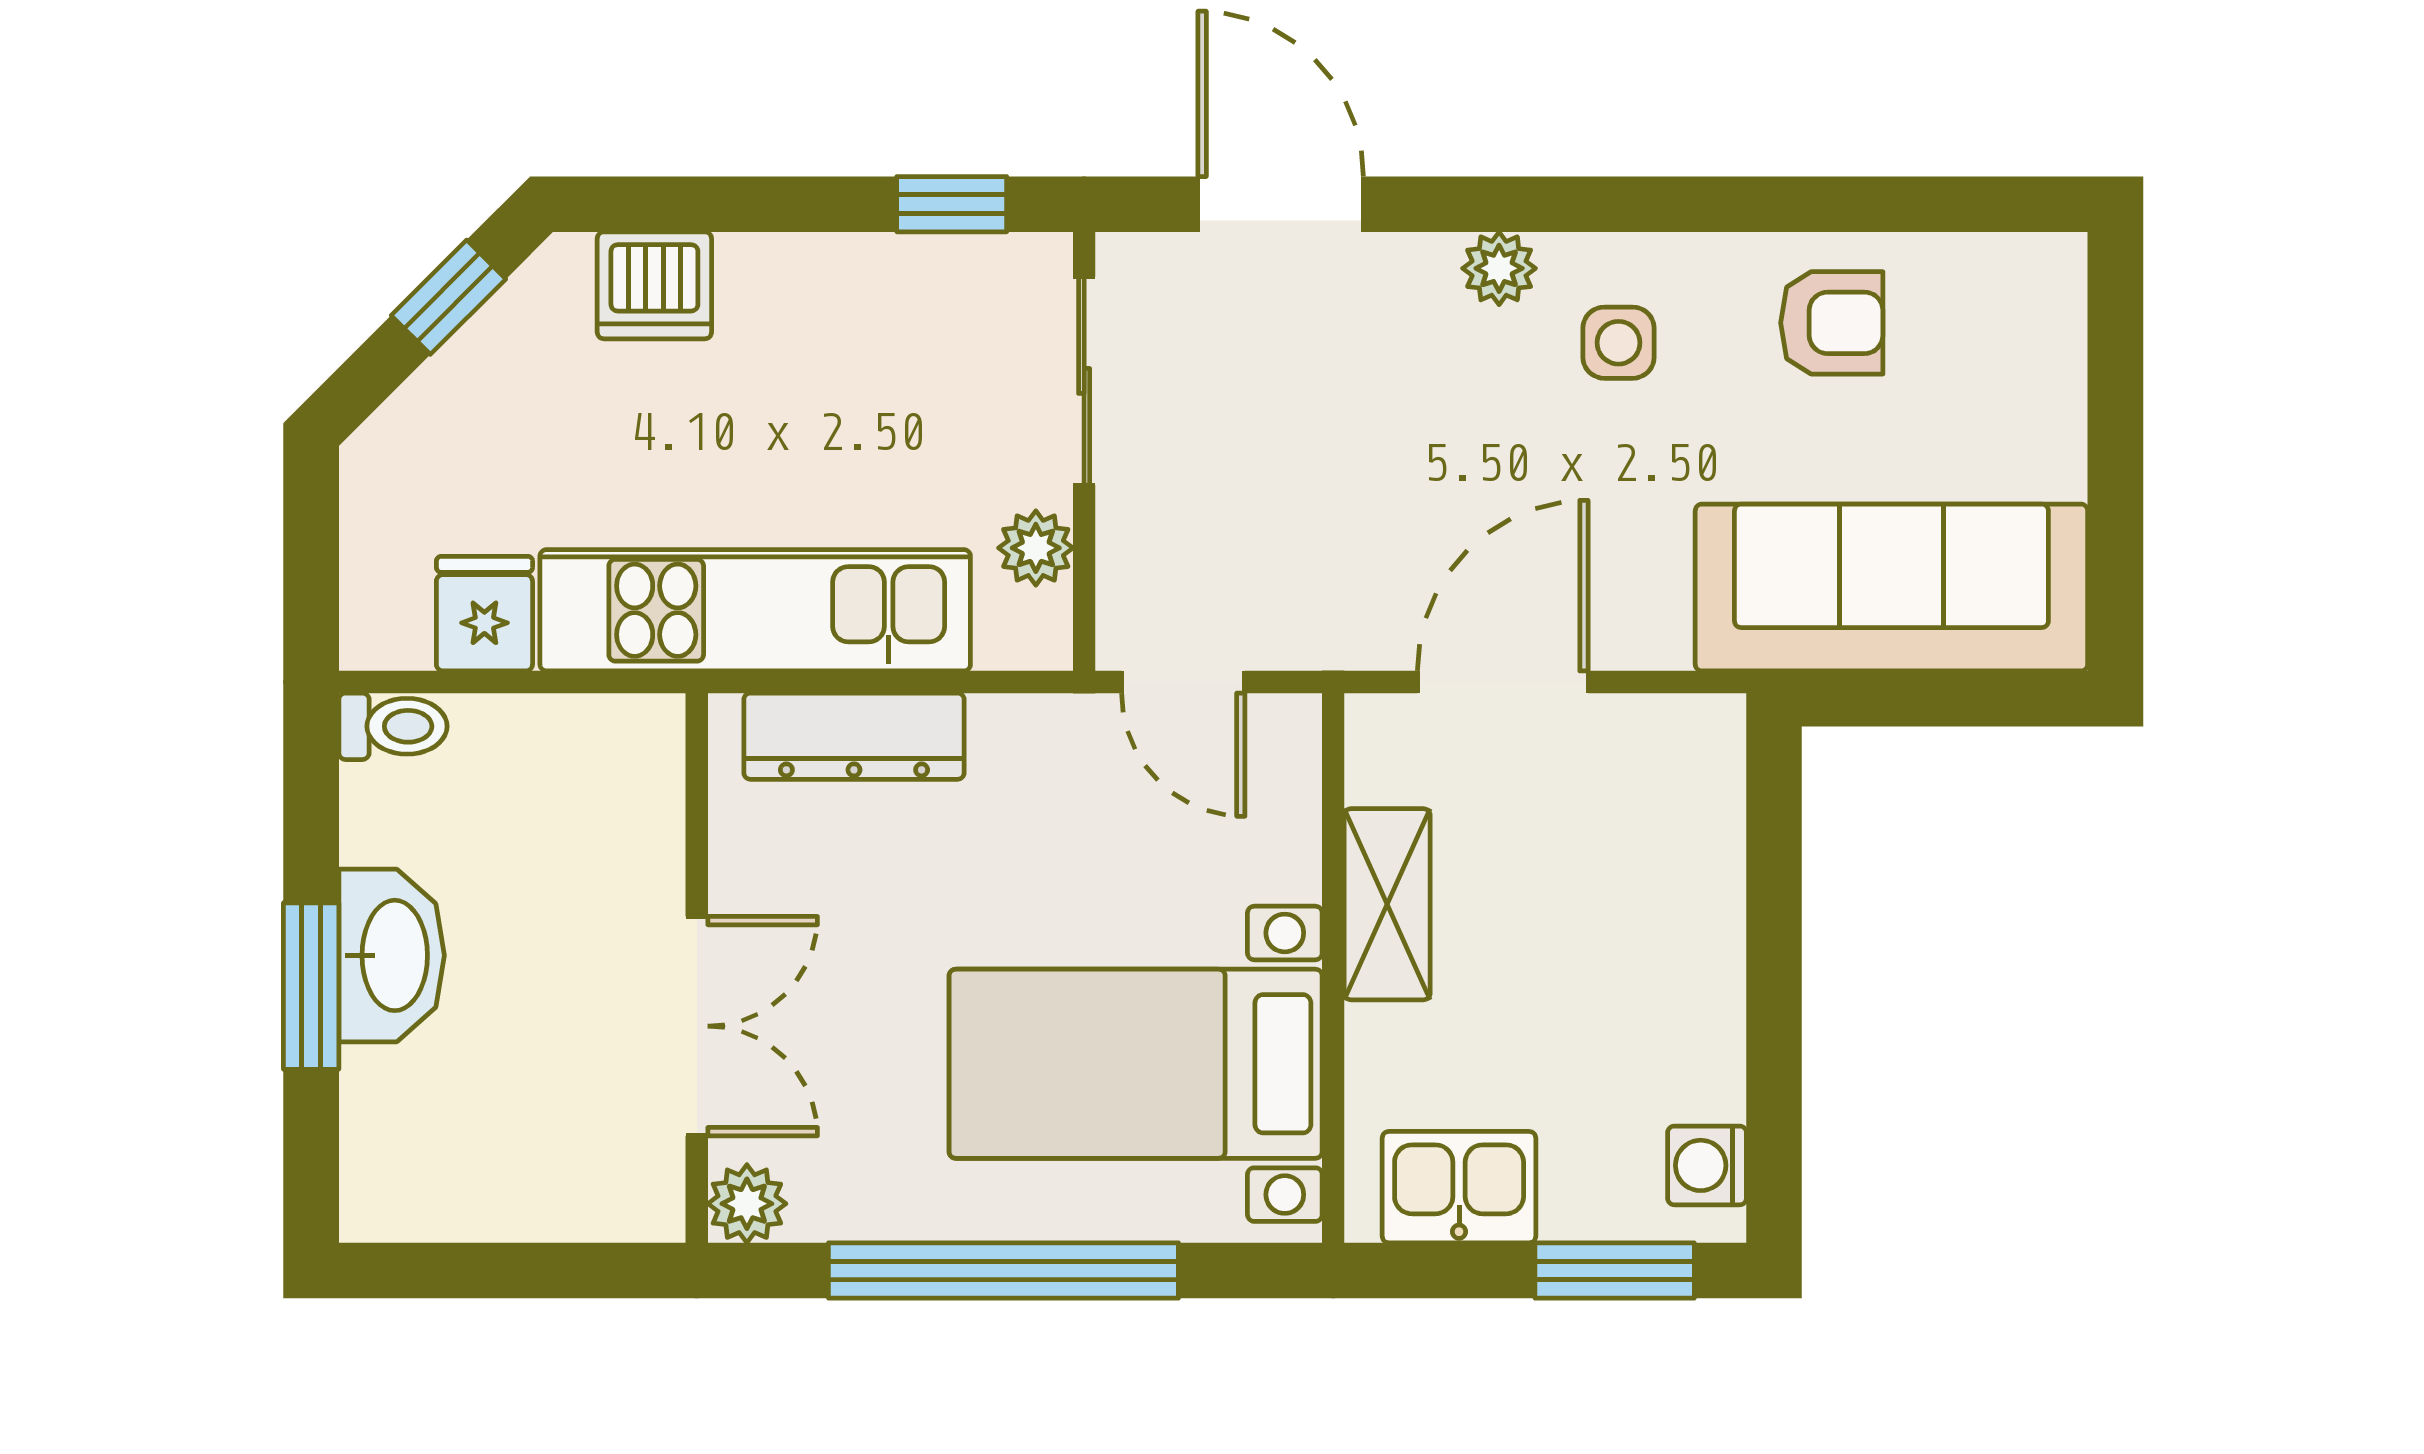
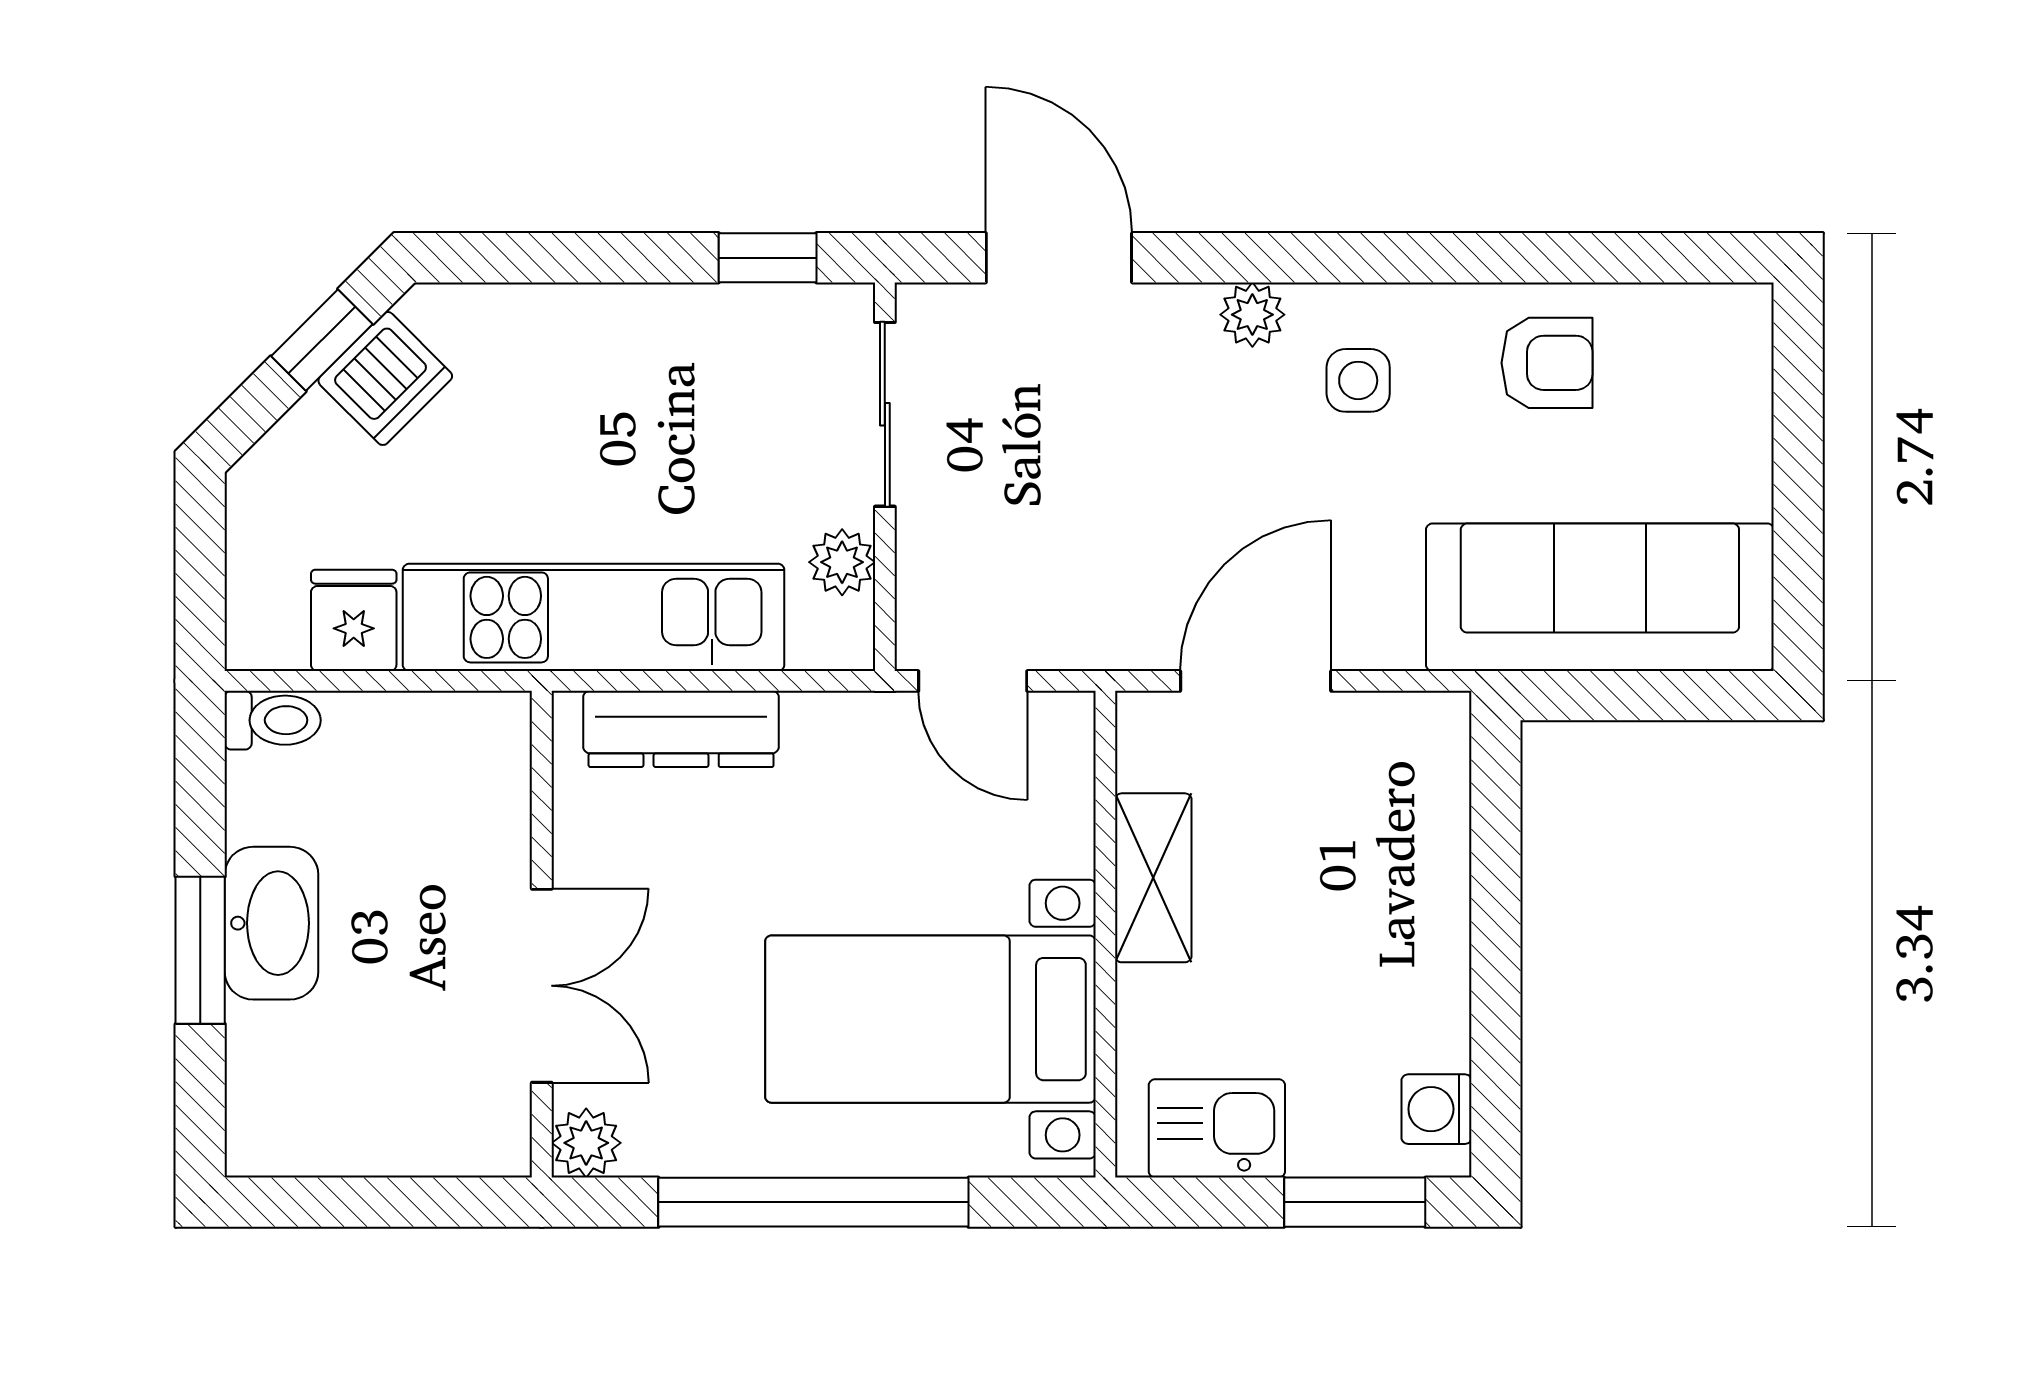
dishwasher: (654, 285) -> (385, 378), moved, turned -45

